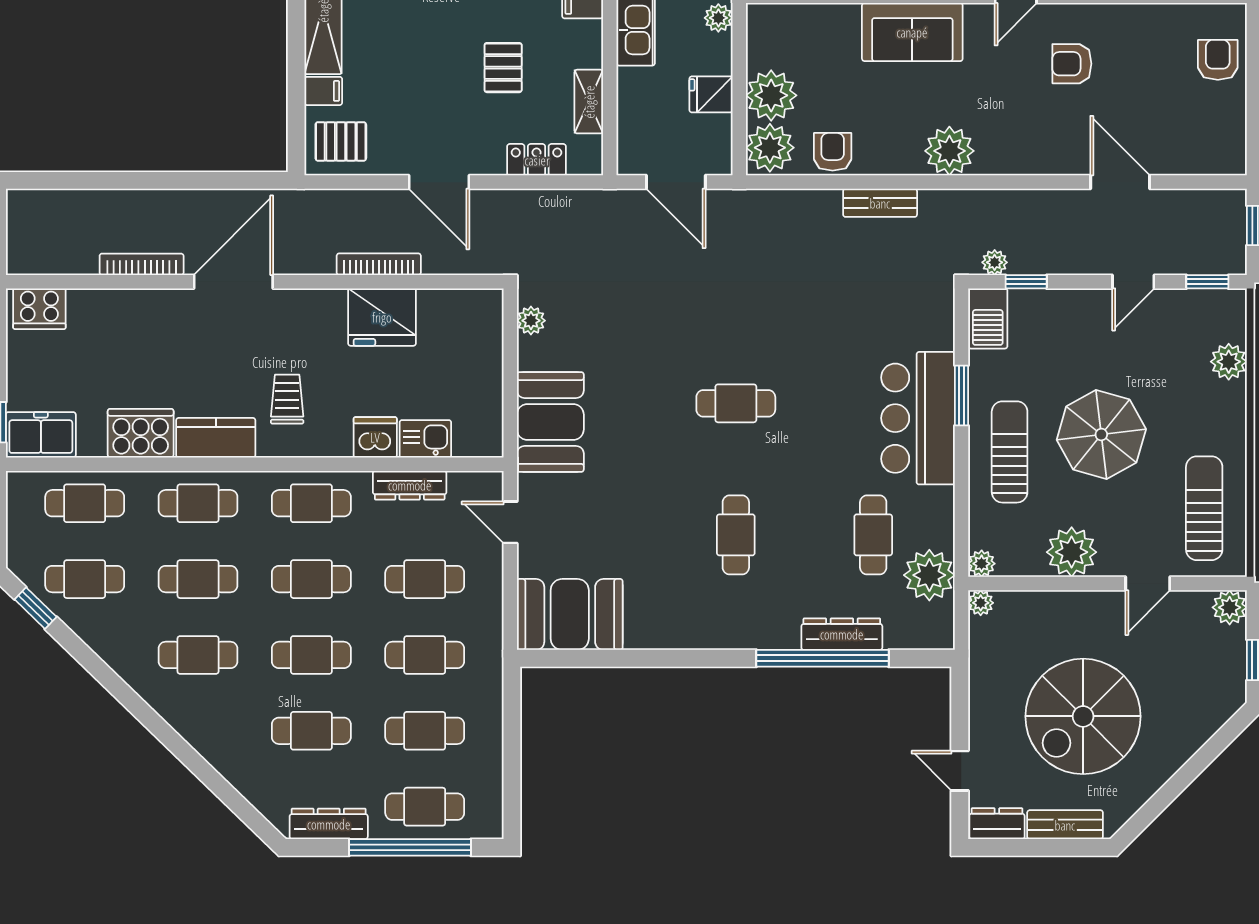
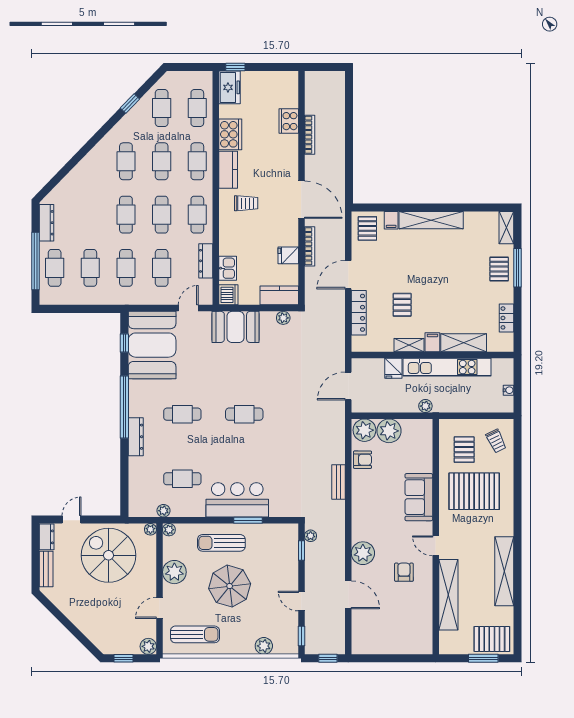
armchair: (1218, 60) -> (406, 641), removed
pallet: (503, 68) -> (402, 305), turned 90
fridge: (711, 94) -> (393, 368), moved, turned 180
shelving: (589, 102) -> (409, 345), moved
plant: (949, 151) -> (363, 553), moved
locker: (537, 160) -> (359, 313), width x1.53
door: (1120, 182) -> (348, 595), hinge flipped
door: (233, 282) -> (301, 200), moved
cooker: (39, 309) -> (289, 121), moved
fridge: (382, 317) -> (288, 255), width x0.53, depth x0.75
barbecue: (988, 318) -> (284, 533), removed
kitchen counter: (483, 329) -> (279, 295), added
cafe table: (736, 403) -> (244, 414), turned 90
dishwasher: (375, 437) -> (228, 295), moved
sun lounger: (1010, 452) -> (221, 543), turned 180
plant: (929, 575) -> (163, 511), width x0.53, depth x0.53
door: (1148, 584) -> (159, 608), hinge flipped
window: (36, 608) -> (130, 103), moved
booth: (570, 614) -> (152, 345), width x1.36, depth x1.42
dresser: (842, 634) -> (136, 437), moved
window: (584, 658) -> (124, 343), added
window: (822, 658) -> (124, 407), moved
spiral stairs: (1083, 716) -> (109, 555), moved
cafe table: (311, 731) -> (90, 215), removed

